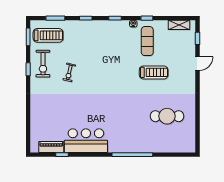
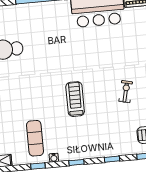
treadmill: (154, 72) -> (75, 99), moved, turned 90

